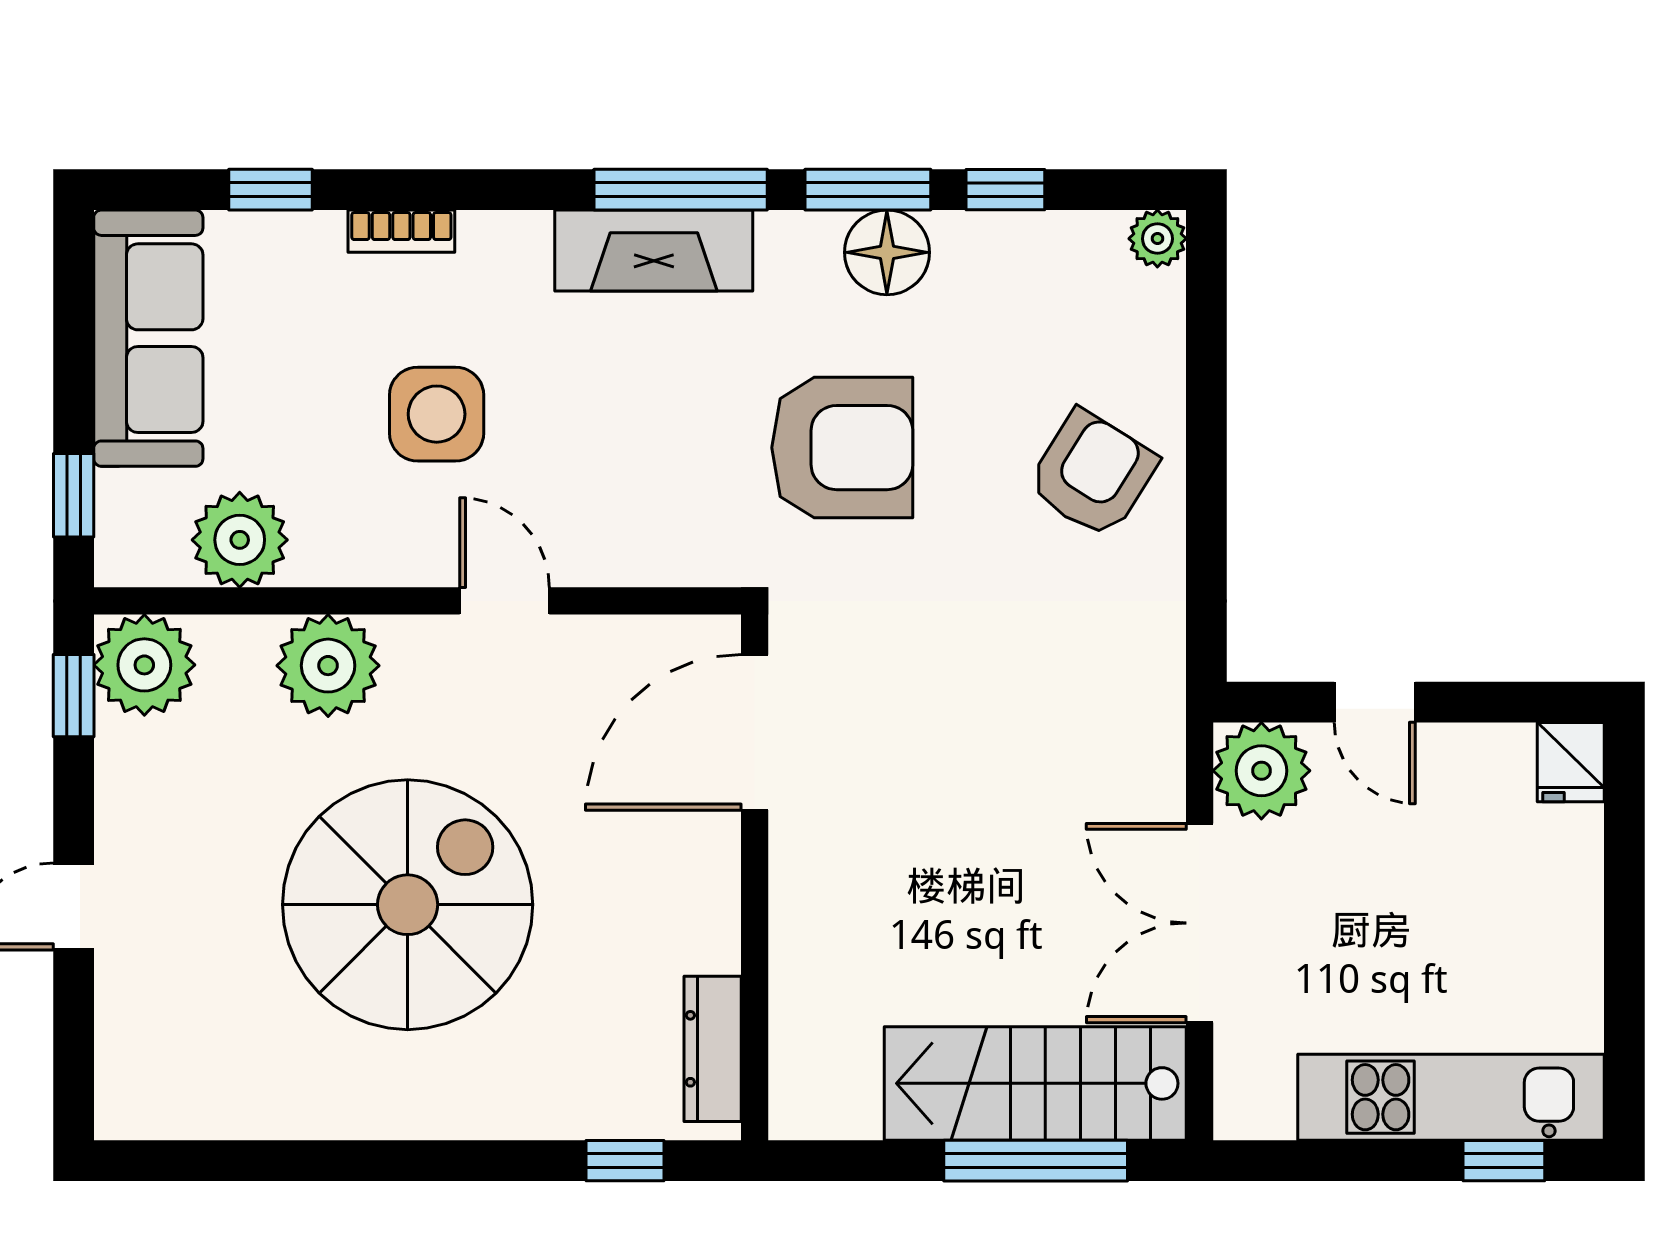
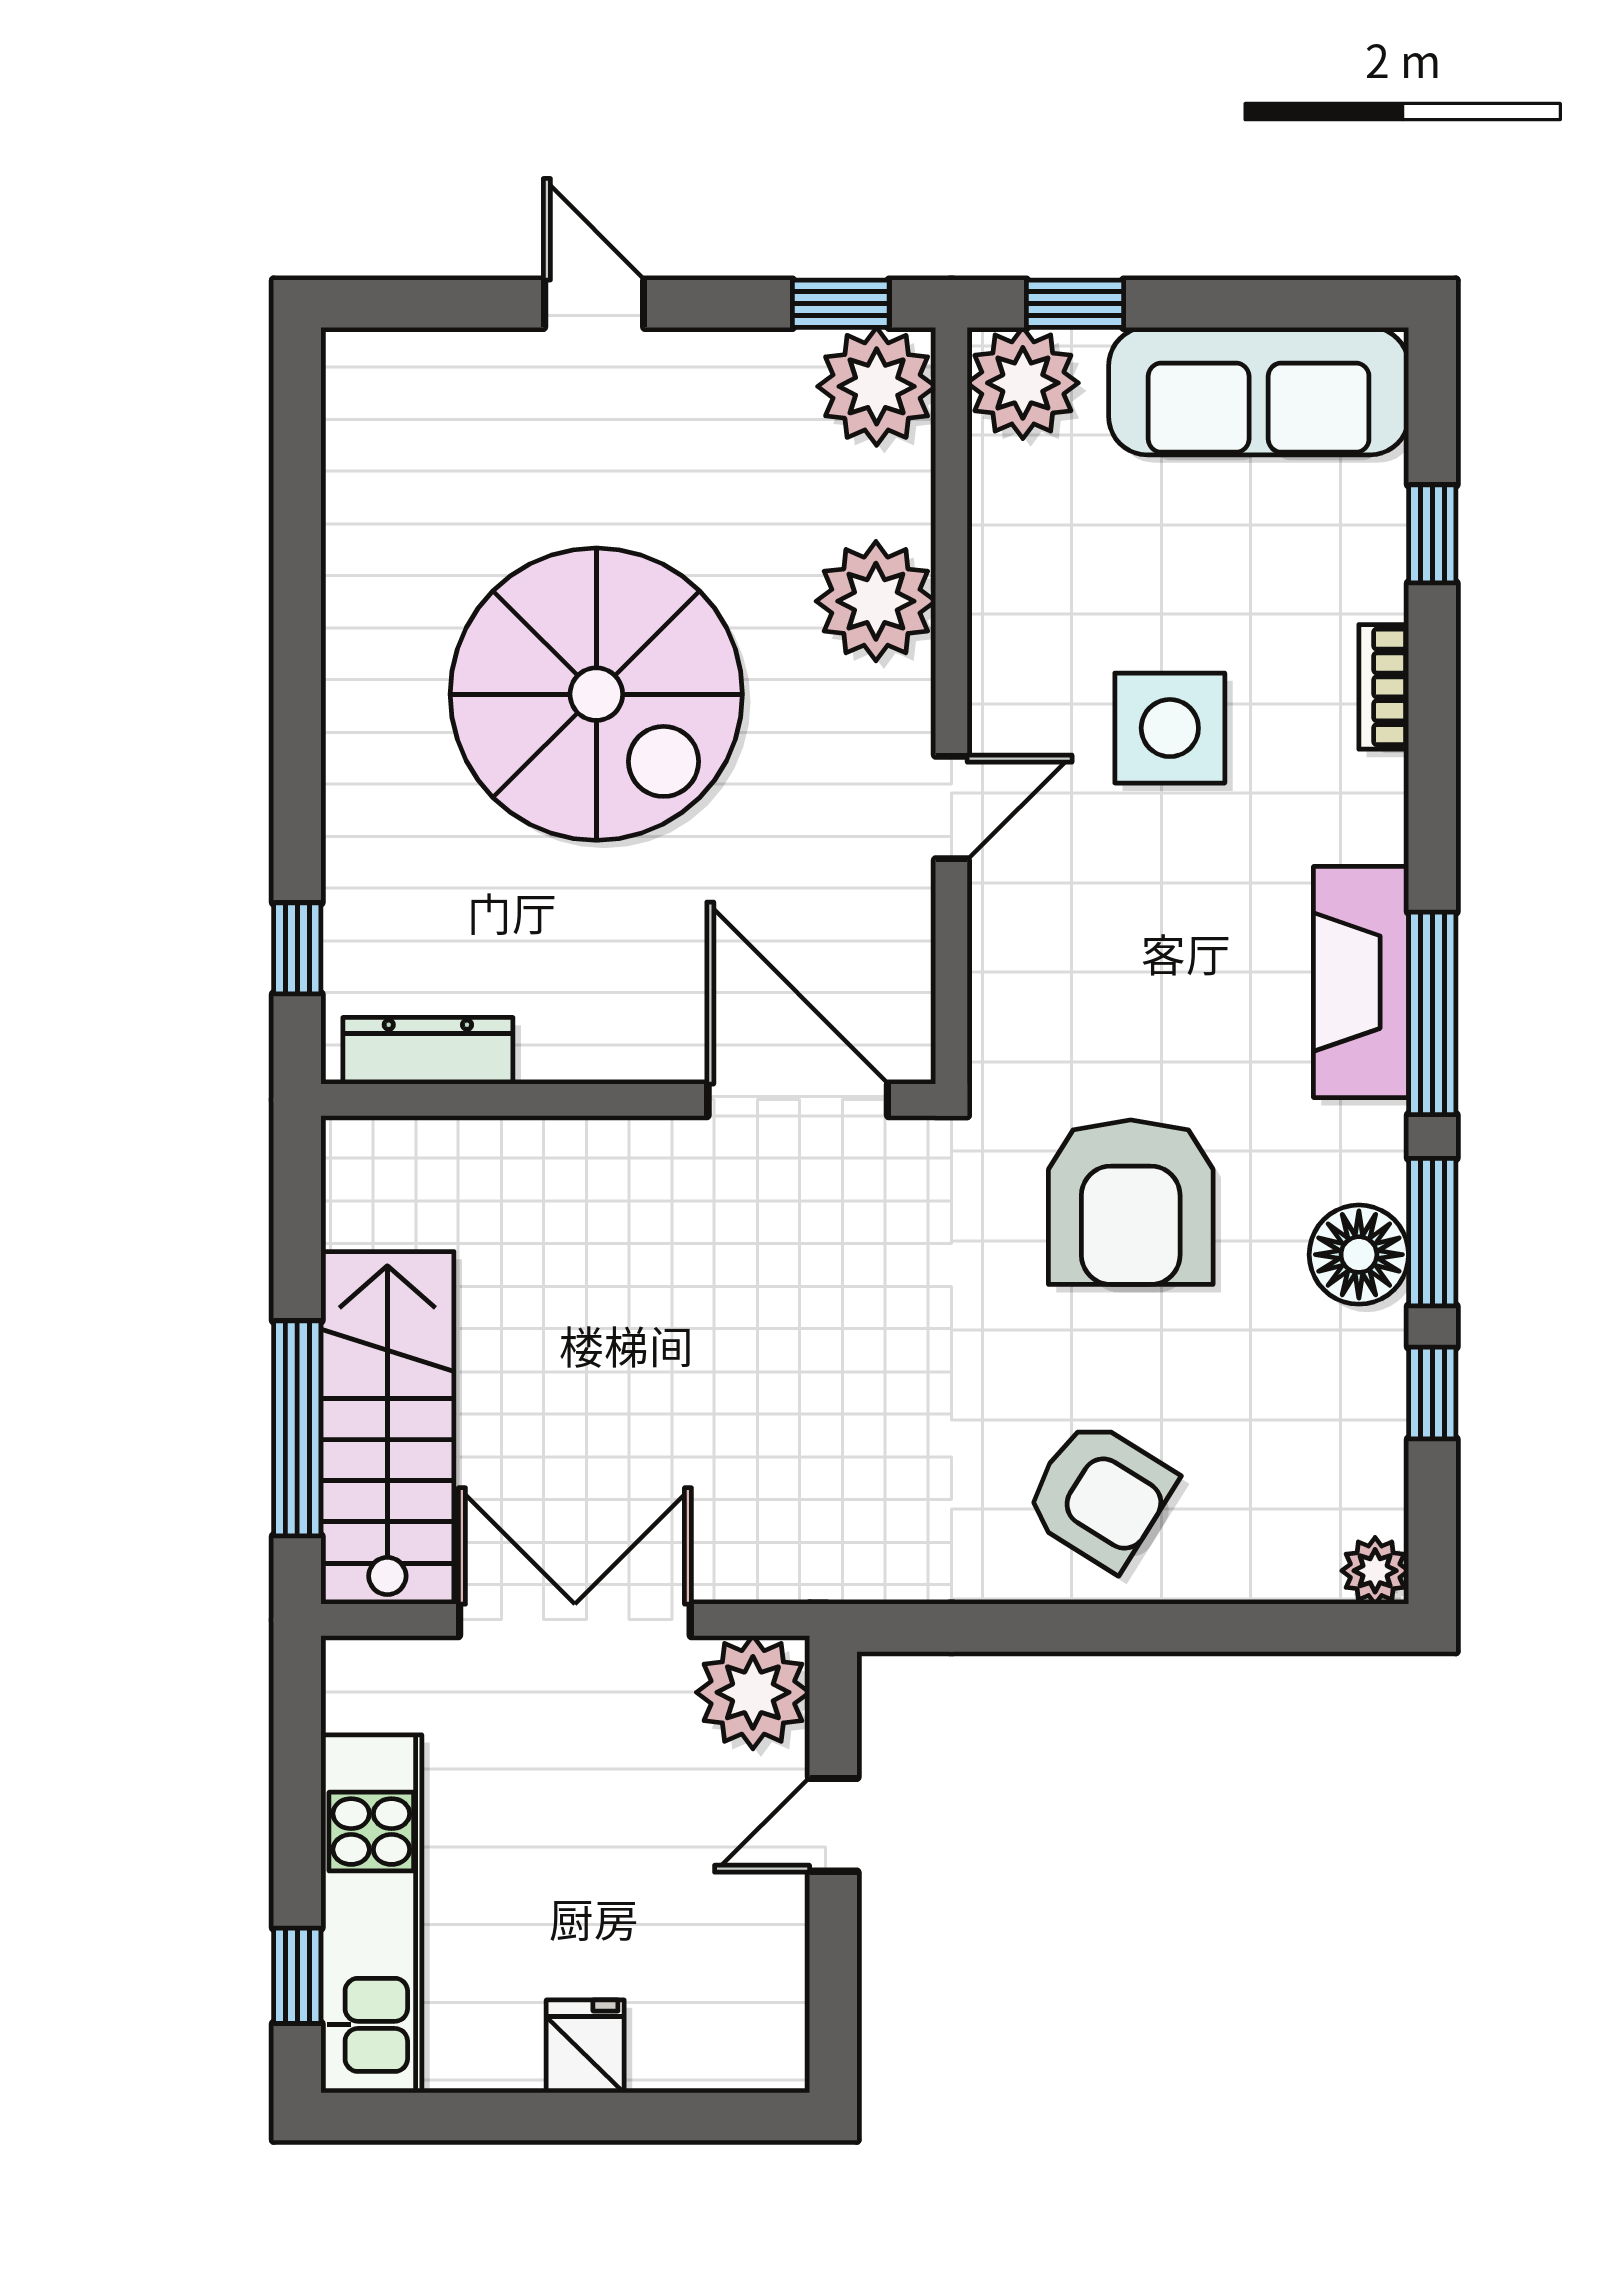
plant: (240, 540) -> (1023, 383), moved
fridge: (1571, 762) -> (585, 2046), moved, turned 90

